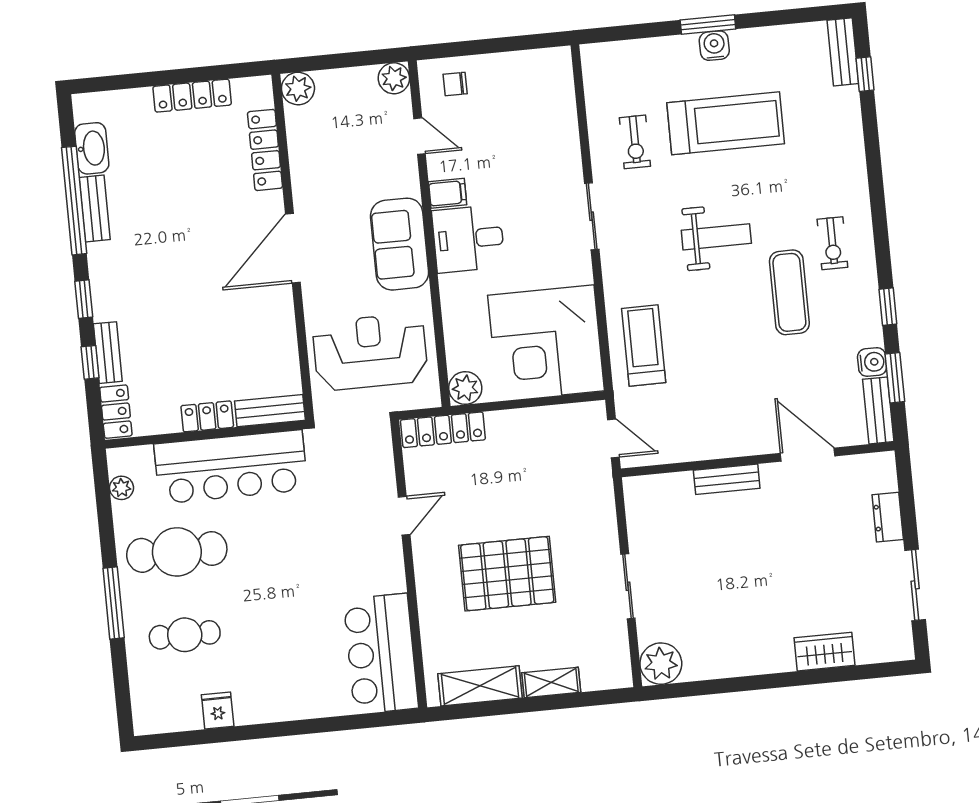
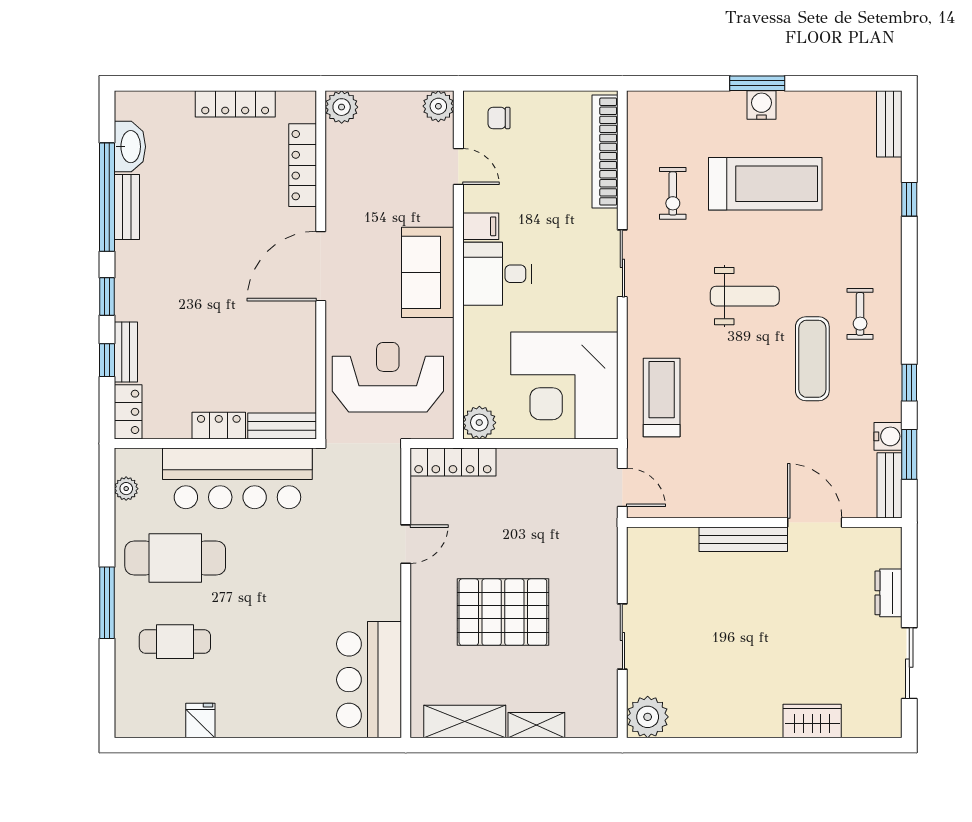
window: (865, 74) -> (909, 199), moved
bookcase: (564, 107) -> (605, 152), added
bench: (727, 479) -> (743, 539), width x1.36

